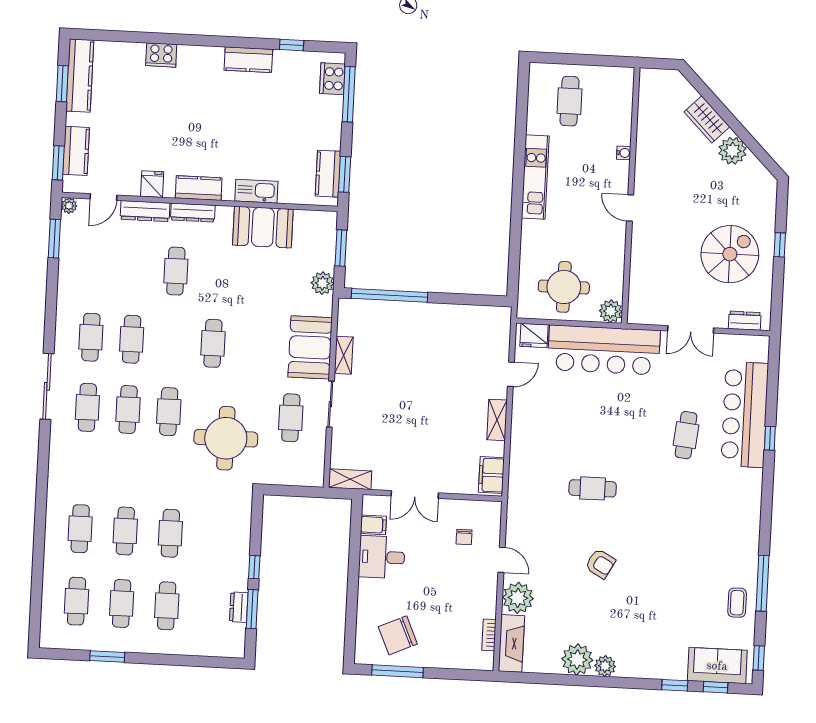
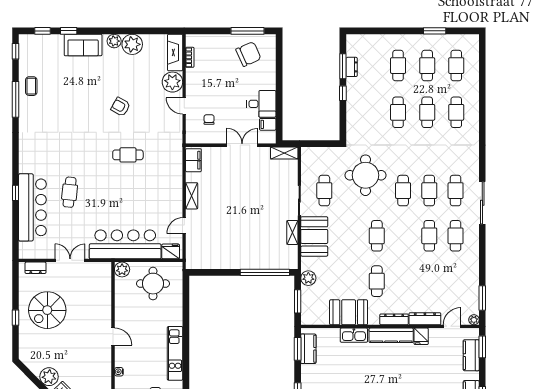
kitchen counter: (199, 188) -> (391, 335), width x1.50
cafe table: (176, 271) -> (377, 281), moved
sofa: (717, 666) -> (83, 45), moved

